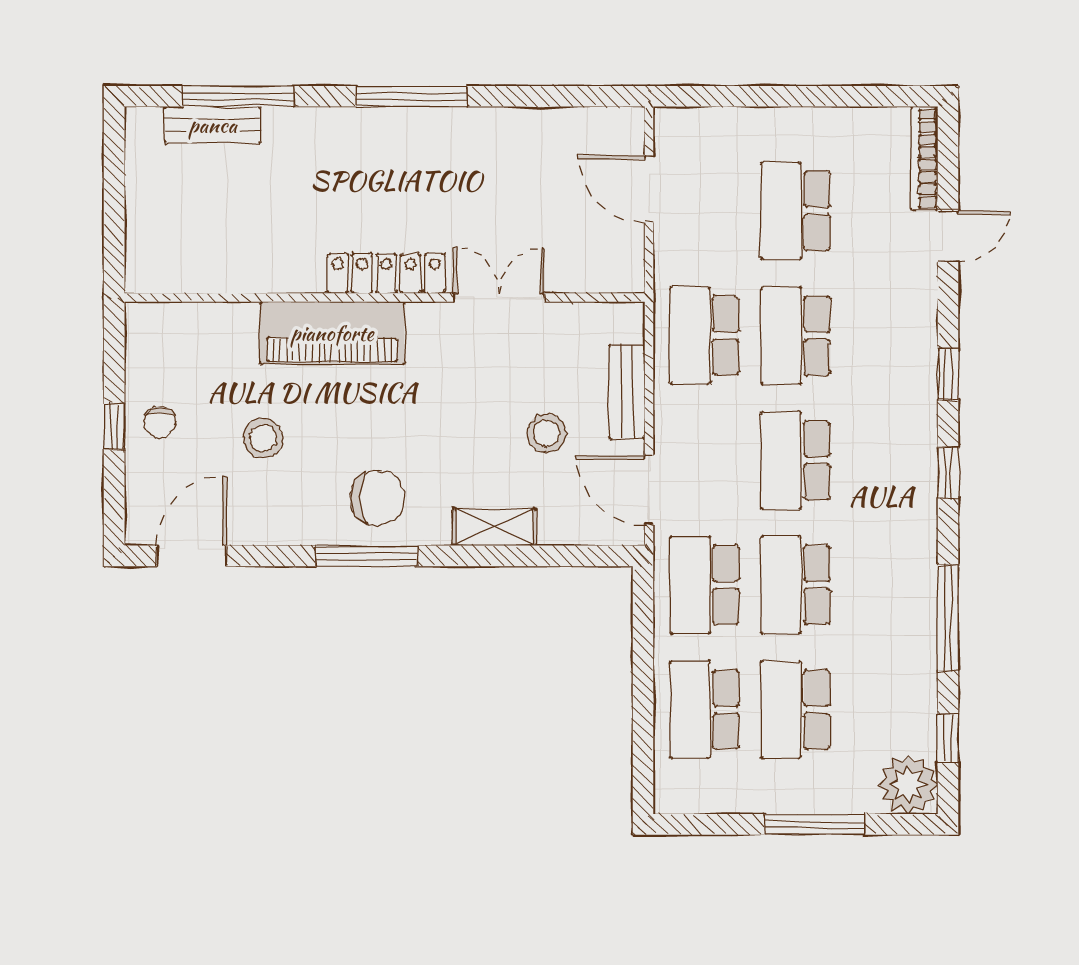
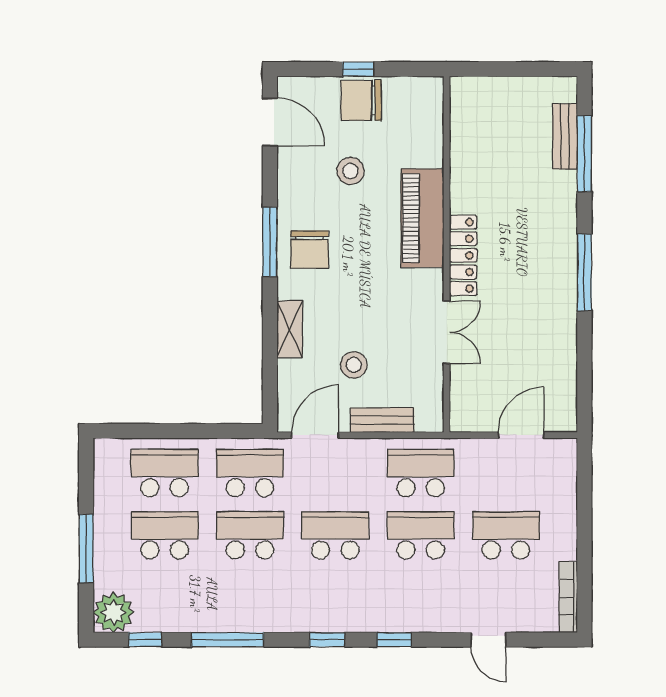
bookcase: (925, 158) -> (568, 597), moved, turned -90
chair: (160, 422) -> (361, 100), width x1.87, depth x1.87

